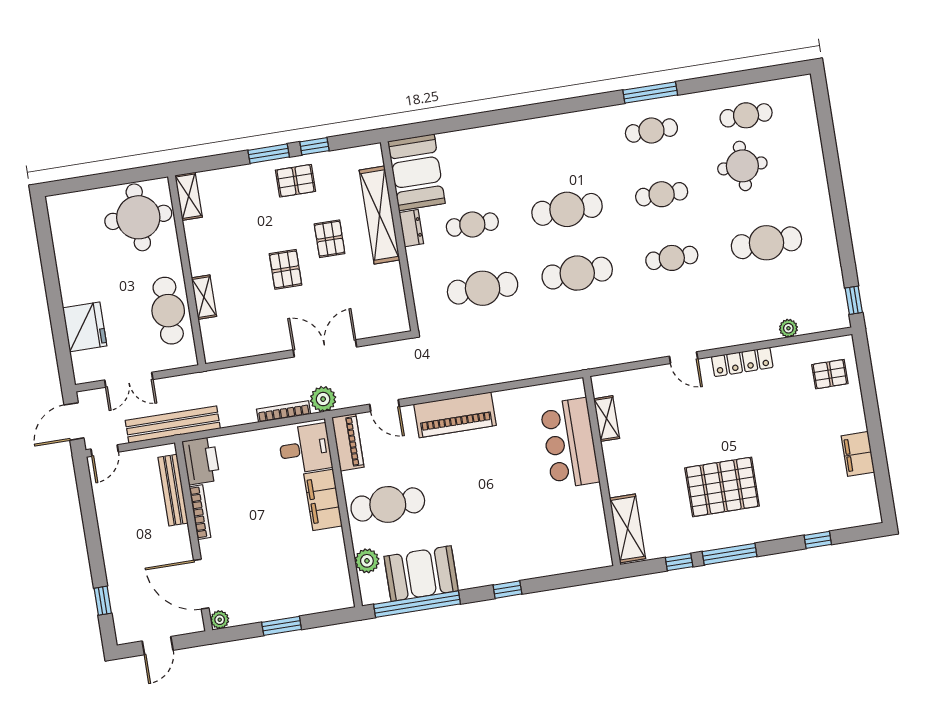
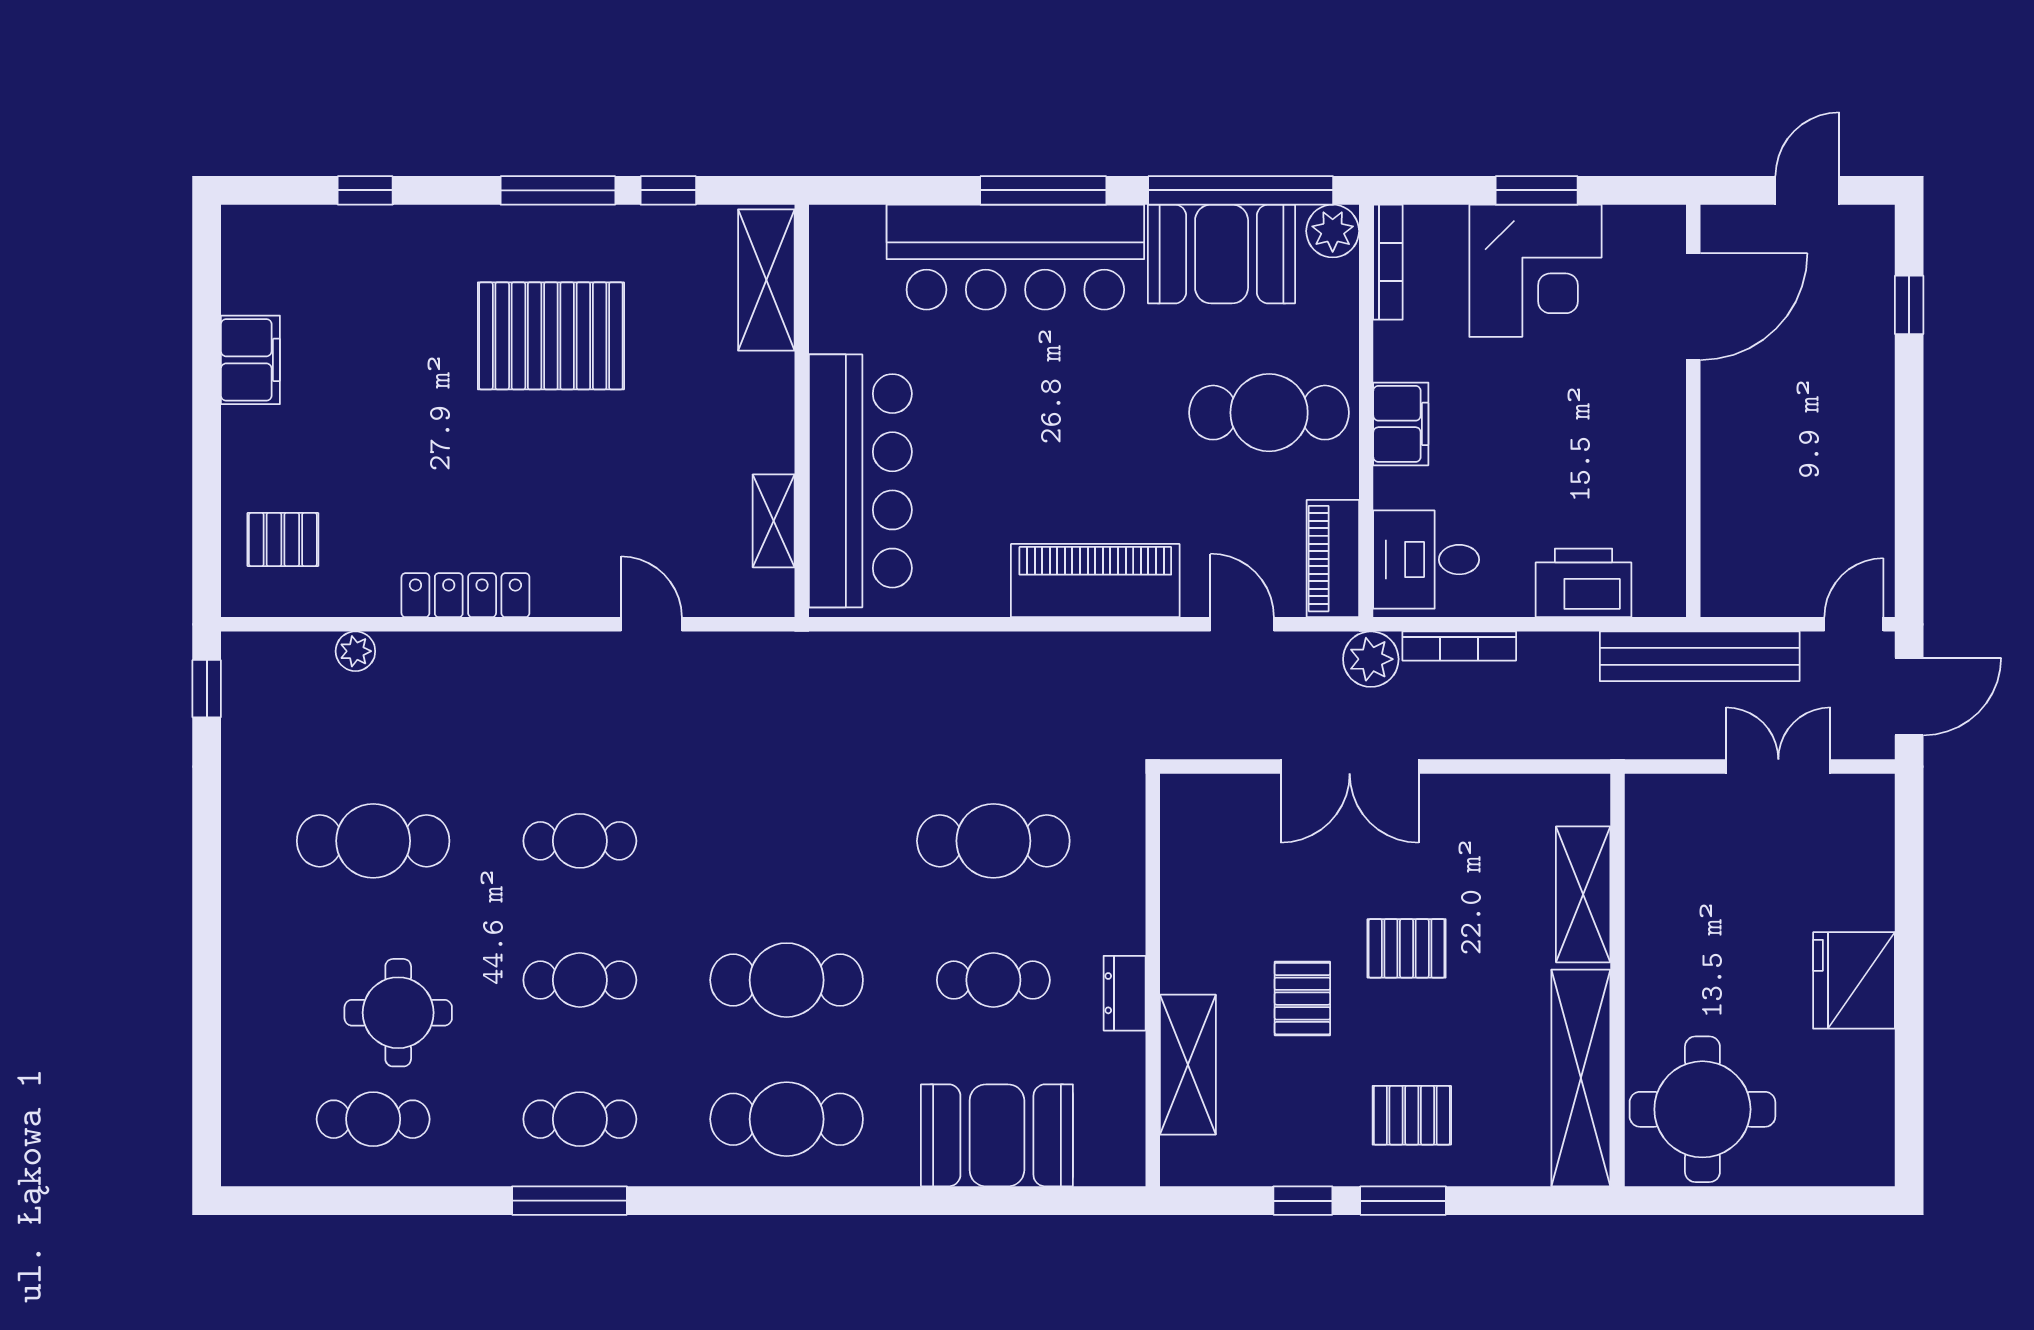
booth: (416, 172) -> (997, 1135), moved, turned 90
pallet: (296, 181) -> (1412, 1115), moved
shelving: (189, 196) -> (1581, 1078), width x2.20, depth x1.33
shelving: (380, 215) -> (1188, 1065), width x0.68
pallet: (286, 269) -> (1407, 948), turned 90
cafe table: (577, 273) -> (787, 1119), moved
shelving: (204, 297) -> (1583, 894), width x1.50, depth x1.33
cafe table: (168, 311) -> (1671, 900), removed
fridge: (85, 327) -> (1854, 980), moved
door: (684, 358) -> (651, 624), moved
bar counter: (570, 443) -> (860, 481), width x1.36
printer: (201, 461) -> (1583, 583), moved, turned 90
bench: (173, 490) -> (1722, 516), removed
filing cabinet: (323, 500) -> (1401, 424), width x0.67, depth x0.86
bookcase: (200, 512) -> (1388, 262), moved, turned 180
bar counter: (515, 557) -> (1015, 257), added
plant: (367, 561) -> (1333, 231), moved
door: (201, 584) -> (1693, 307), hinge flipped
corner desk: (276, 589) -> (1536, 271), added
window: (507, 590) -> (1043, 190), width x2.17
plant: (220, 620) -> (1666, 224), removed

